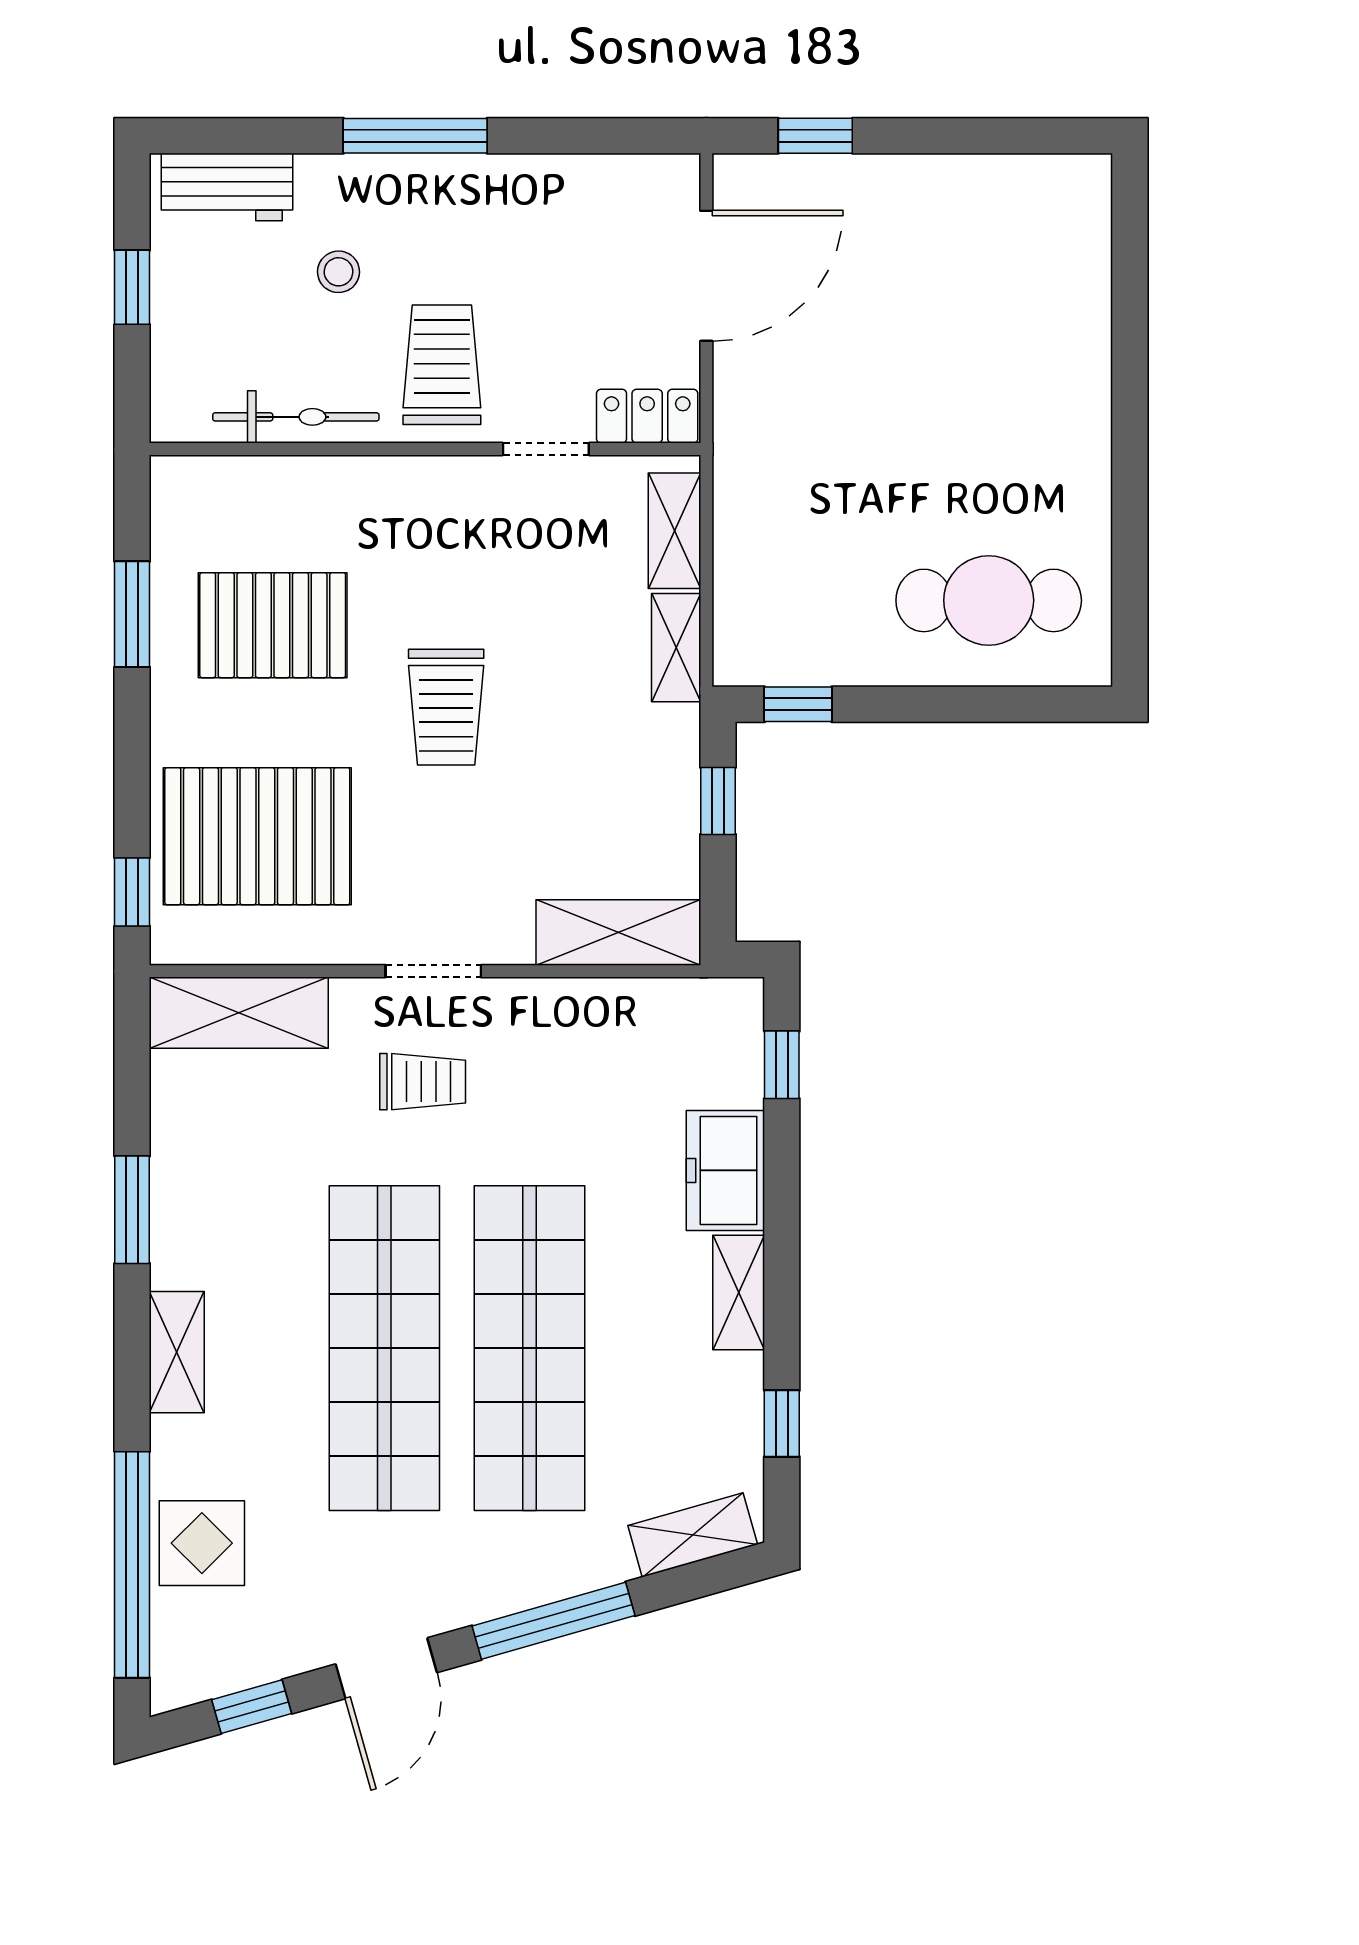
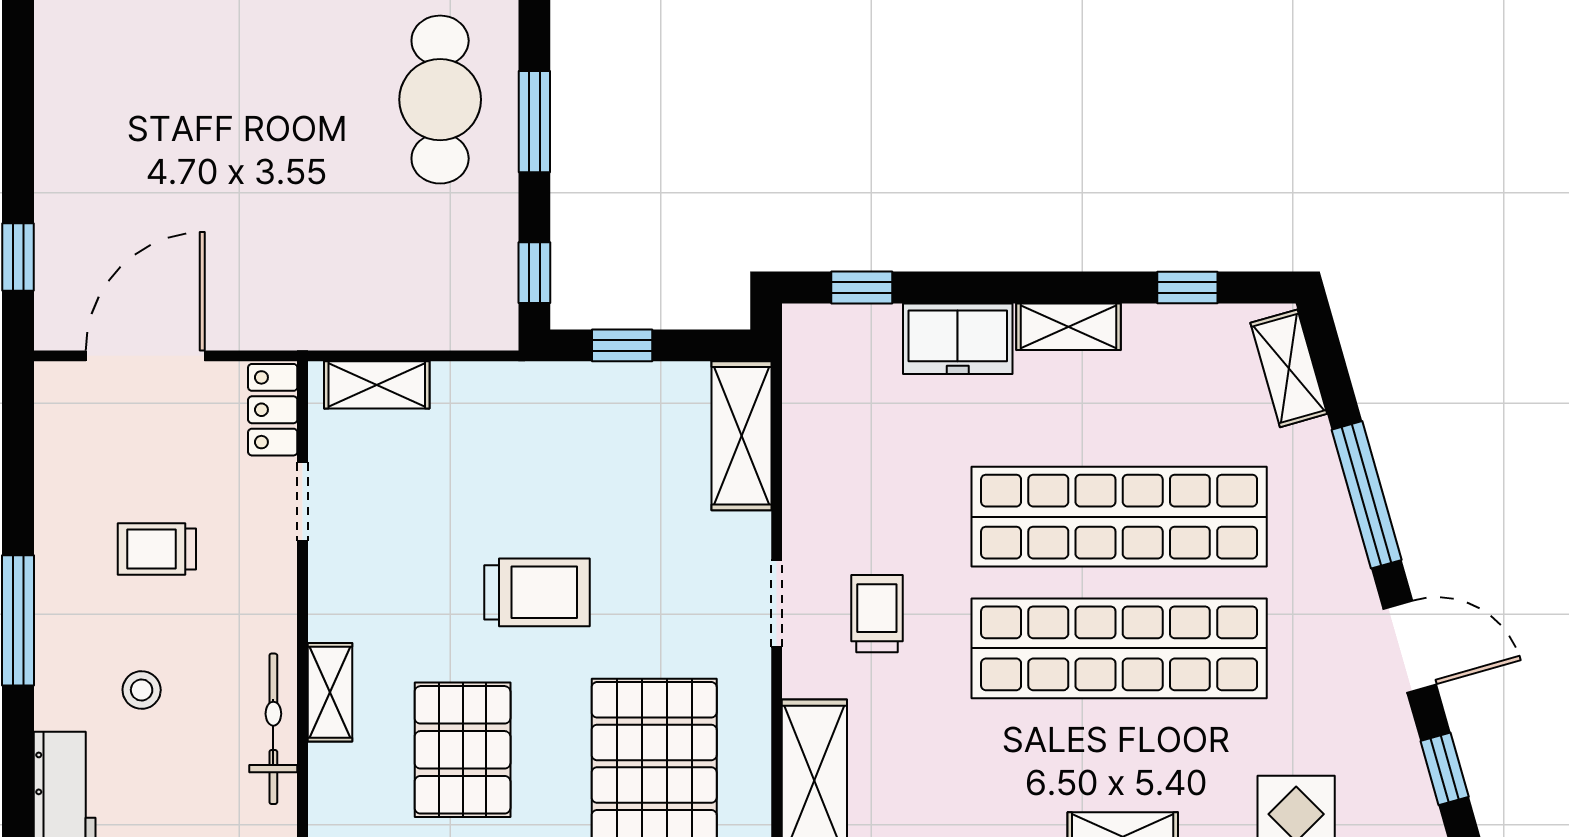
door: (706, 276) -> (145, 356), hinge flipped
trolley: (442, 365) -> (157, 549), moved, width x0.73, depth x0.72
shelving: (676, 648) -> (330, 692), moved, turned 90
window: (964, 704) -> (534, 122), added

